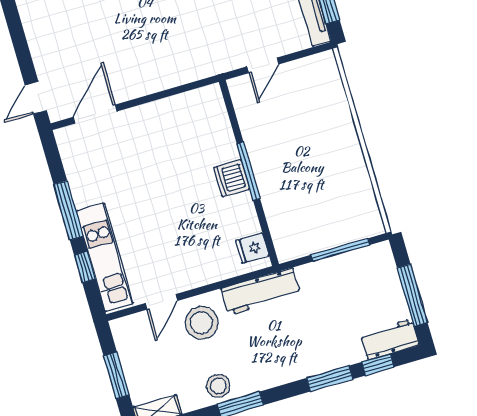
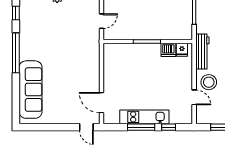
door: (263, 65) -> (101, 21), hinge flipped
dishwasher: (232, 178) -> (168, 50), moved
kitchen unit: (105, 257) -> (144, 117), moved

